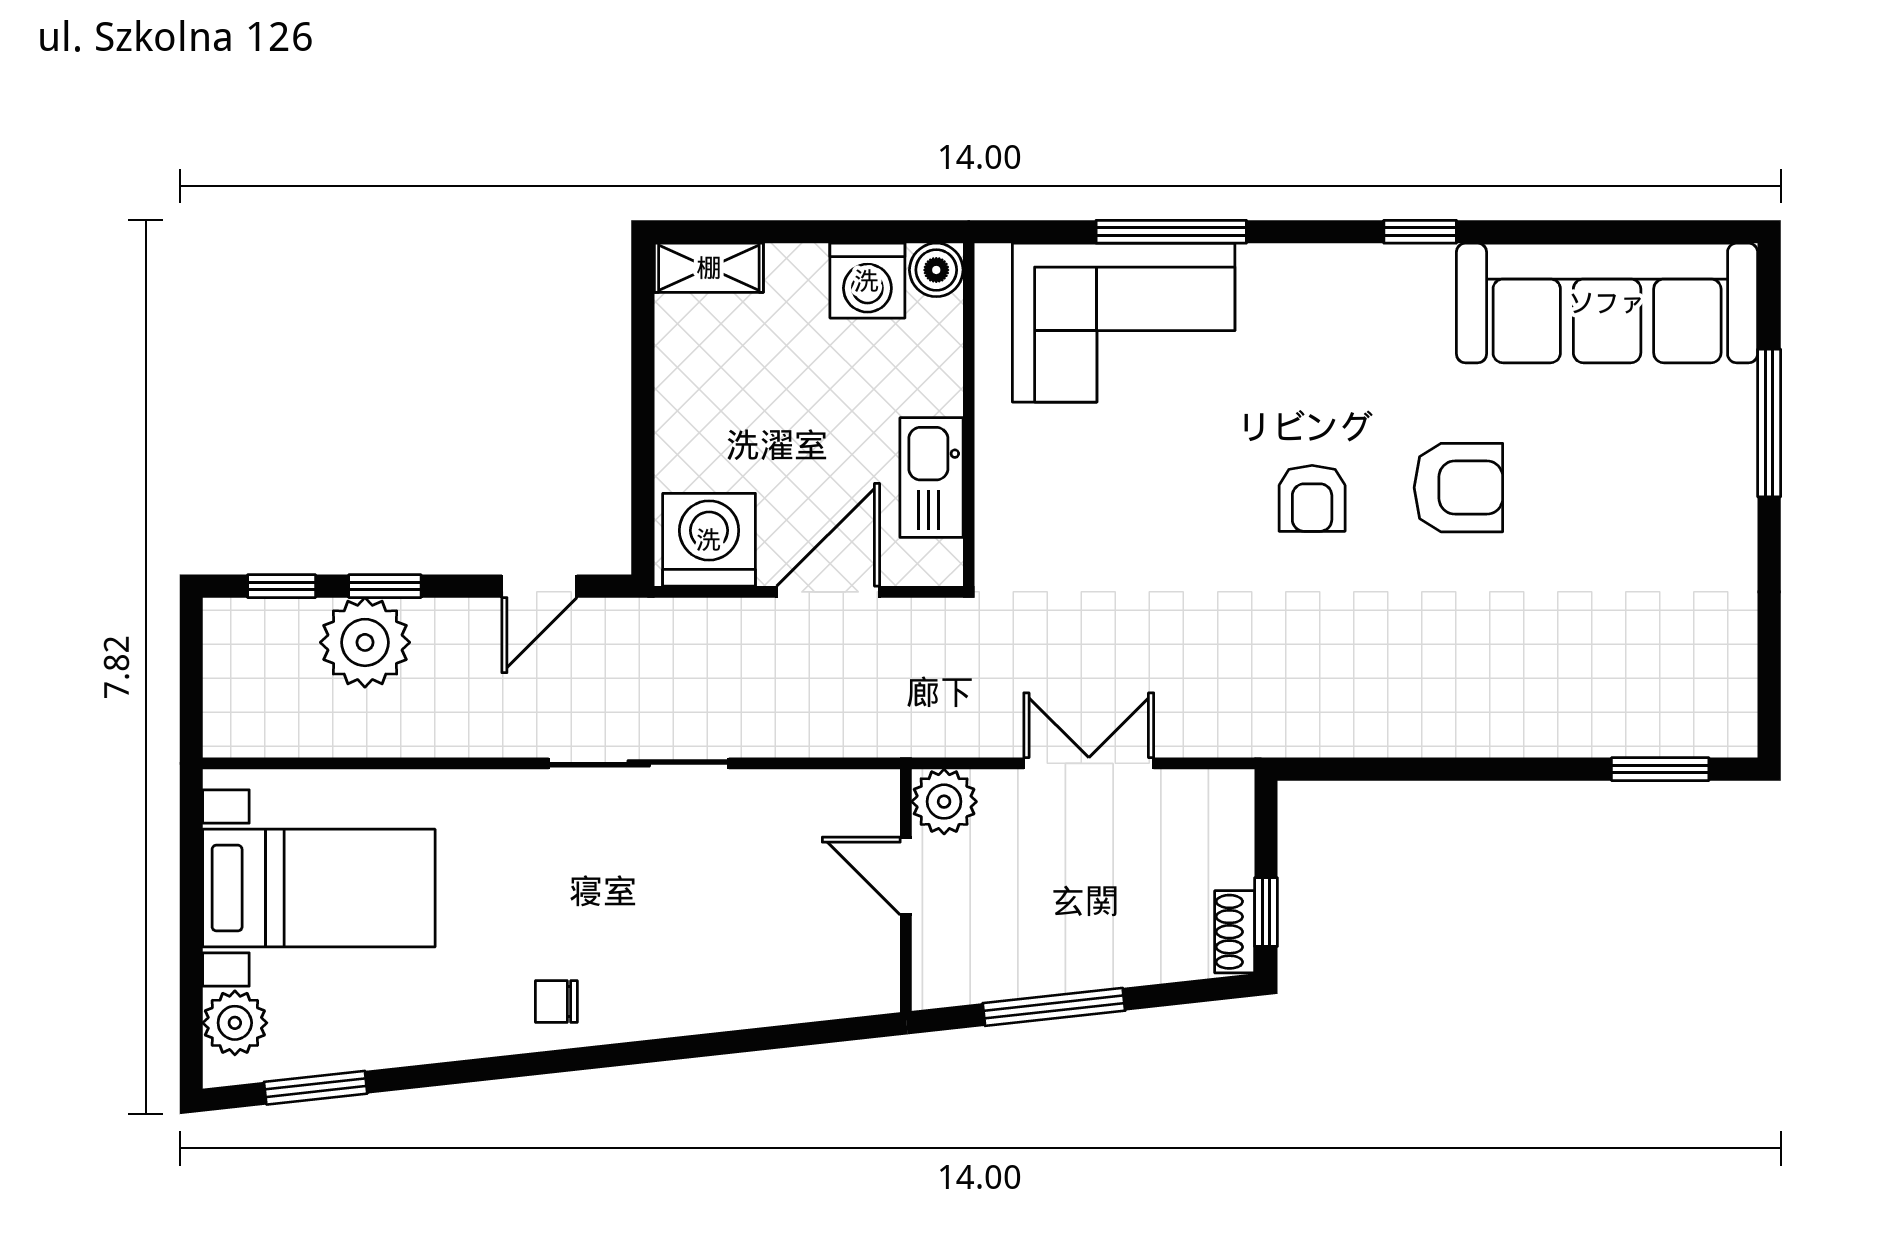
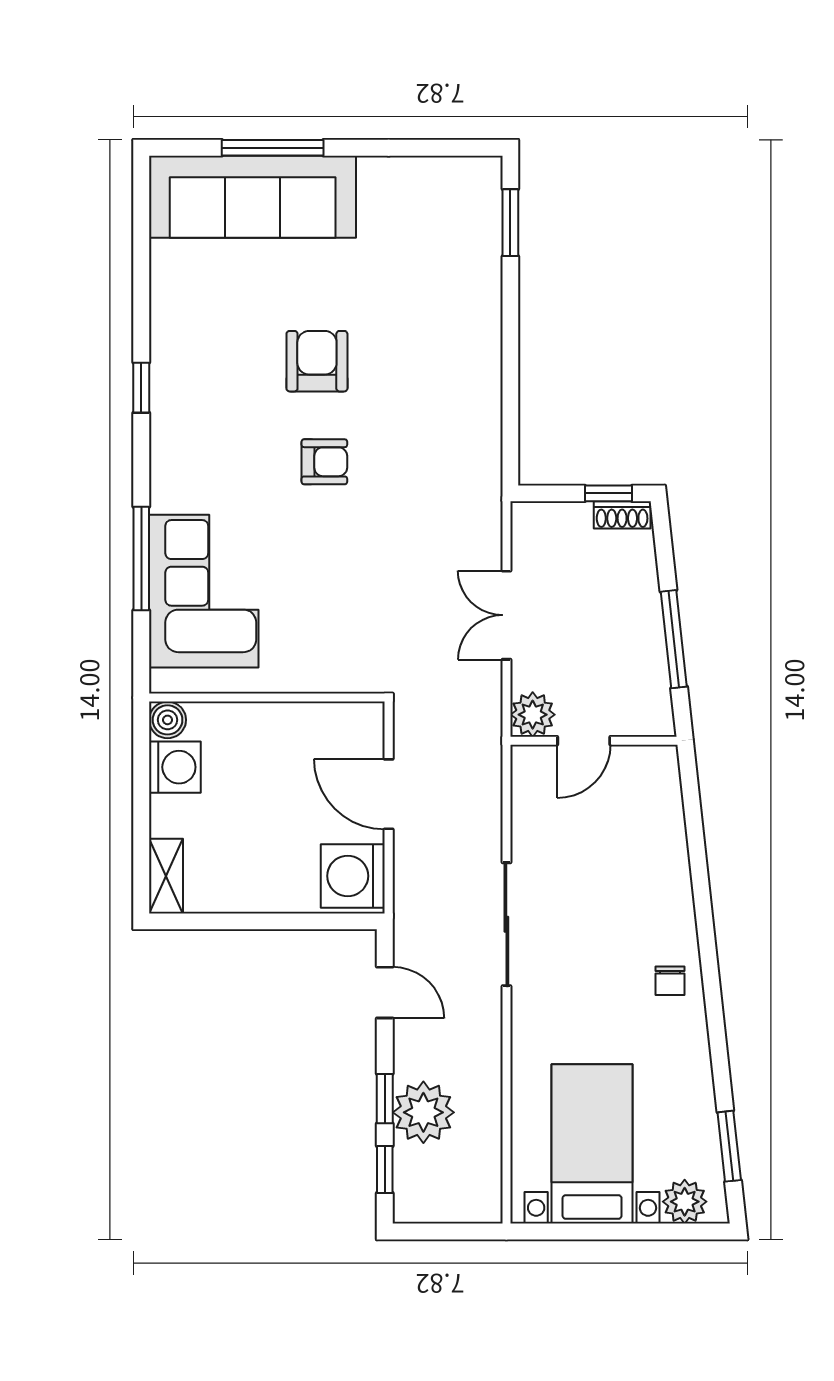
sofa: (1607, 303) -> (253, 197), moved, turned 90
kitchen sink: (931, 478) -> (310, 723), removed

